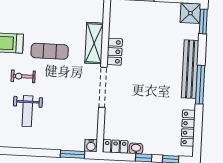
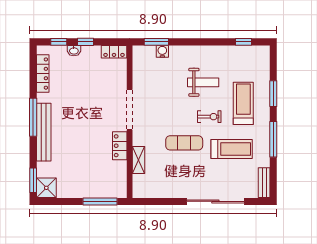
shelving: (94, 43) -> (138, 160), width x0.67, depth x0.75
weight bench: (27, 111) -> (203, 82), turned 90
water cooler: (91, 145) -> (162, 51), moved
washbasin: (136, 149) -> (74, 51), moved

